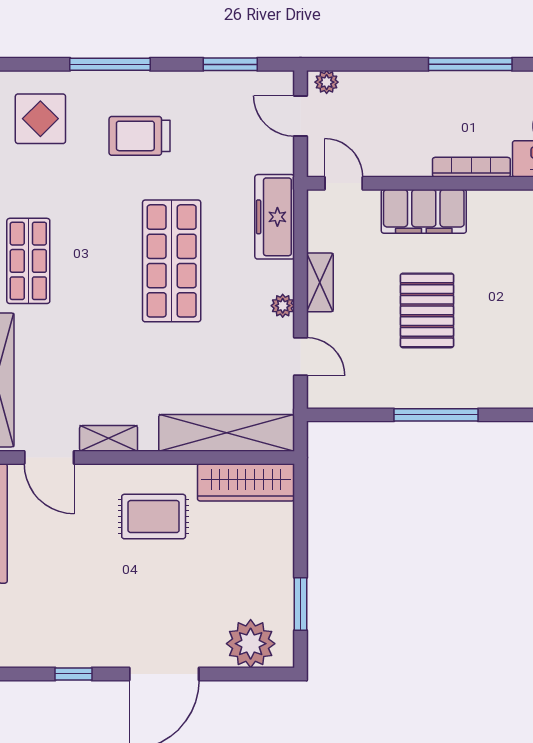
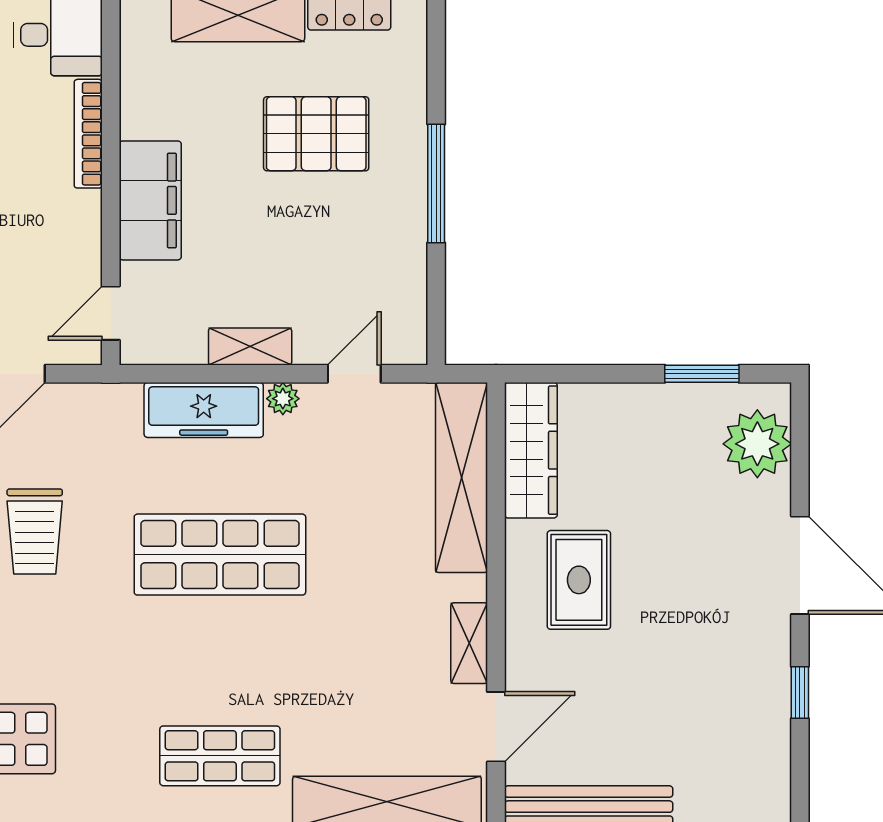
trolley: (140, 136) -> (35, 531), moved
freezer: (275, 217) -> (204, 410), moved
pallet: (427, 310) -> (316, 134), moved

